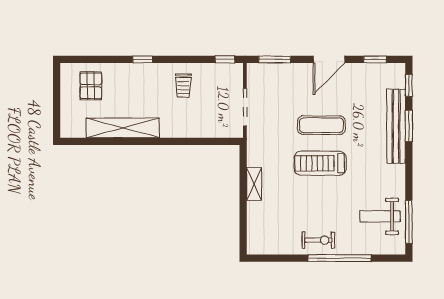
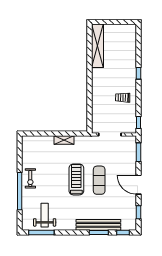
pallet: (91, 86) -> (123, 42), removed
shelving: (123, 128) -> (97, 46), moved

